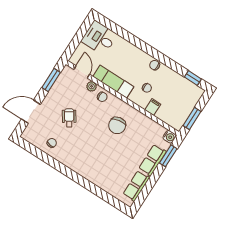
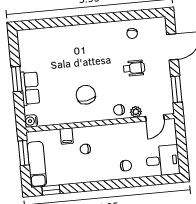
chair: (155, 65) -> (126, 166), moved
door: (82, 72) -> (155, 118), hinge flipped
exam couch: (113, 82) -> (37, 164), moved, turned -90
wheelchair: (69, 118) -> (134, 68), turned -57
window: (168, 156) -> (17, 79), moved
row of seats: (136, 186) -> (27, 54), removed

